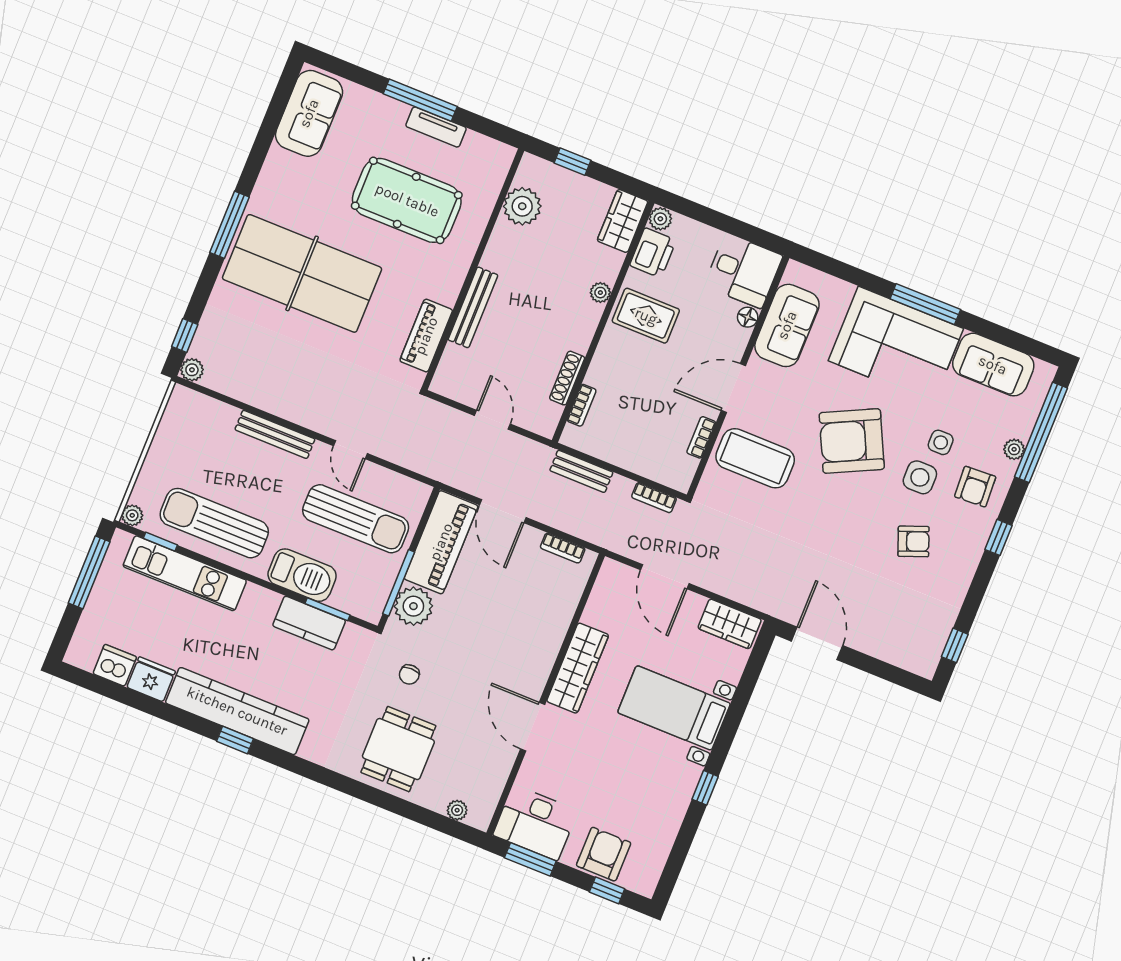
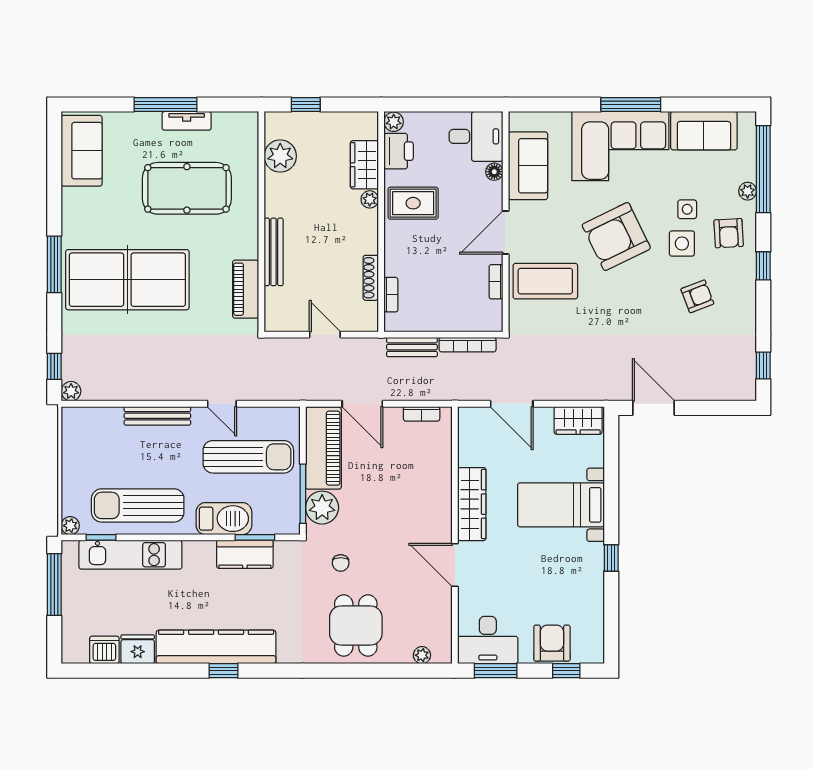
wardrobe: (623, 221) -> (364, 165), moved
bookcase: (654, 498) -> (468, 345), width x1.56

